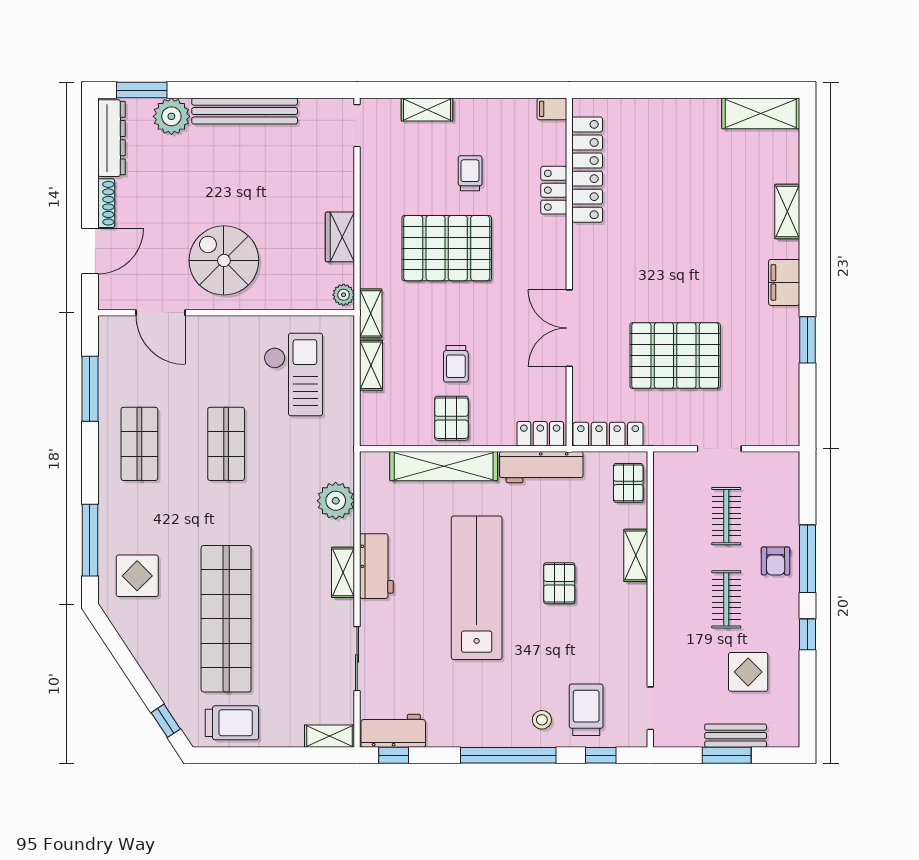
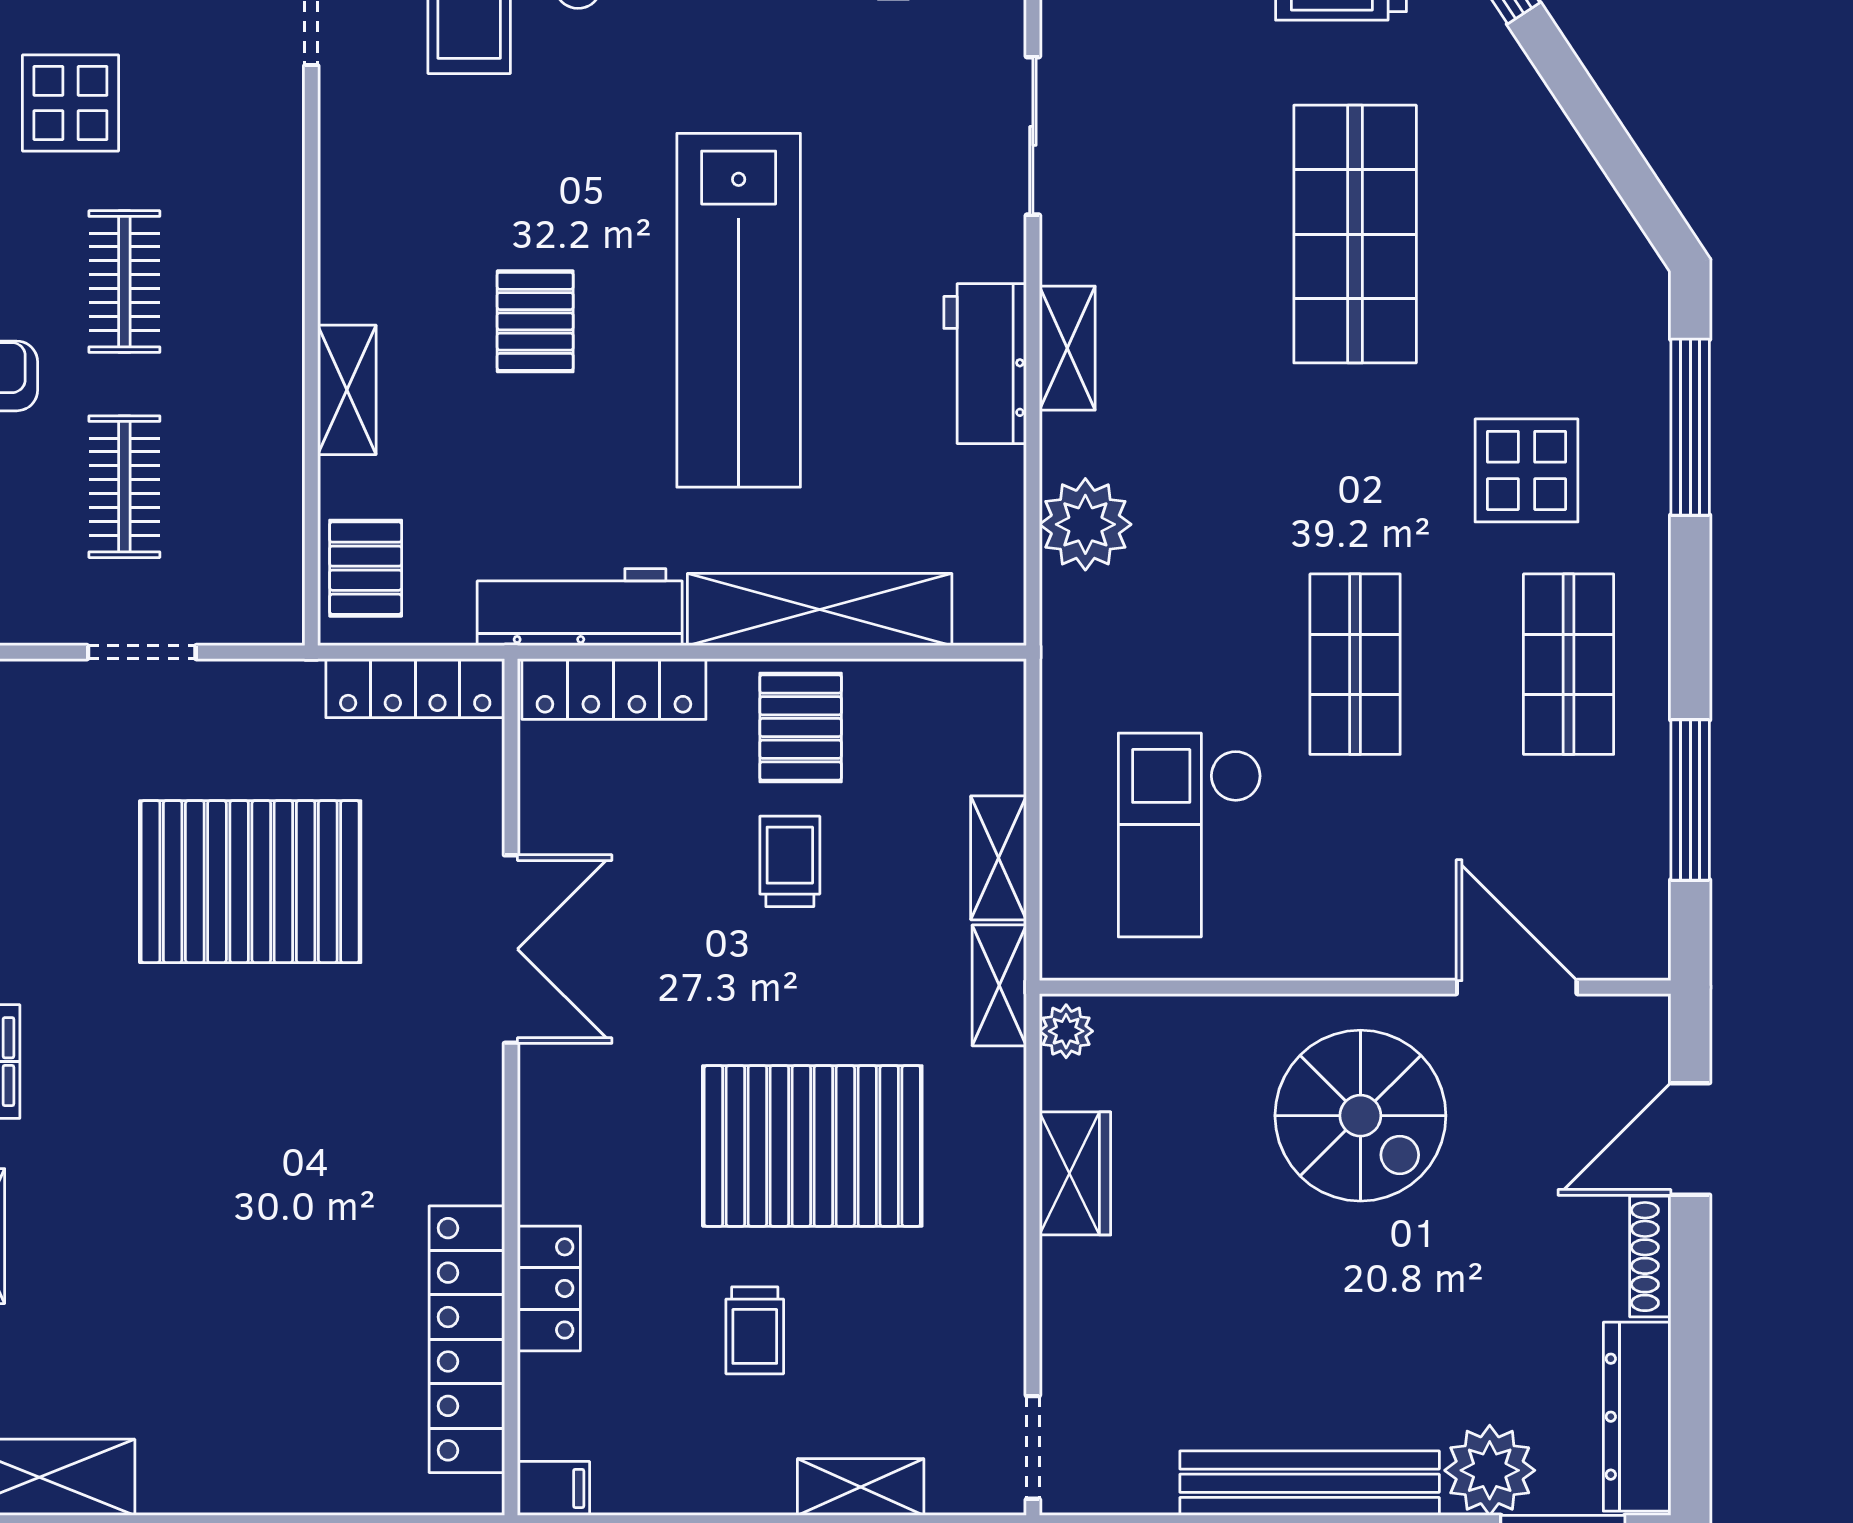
locker: (540, 434) -> (614, 689), width x1.53
display table: (137, 576) -> (1527, 470), moved
shop shelf: (226, 619) -> (1355, 234), width x0.71

